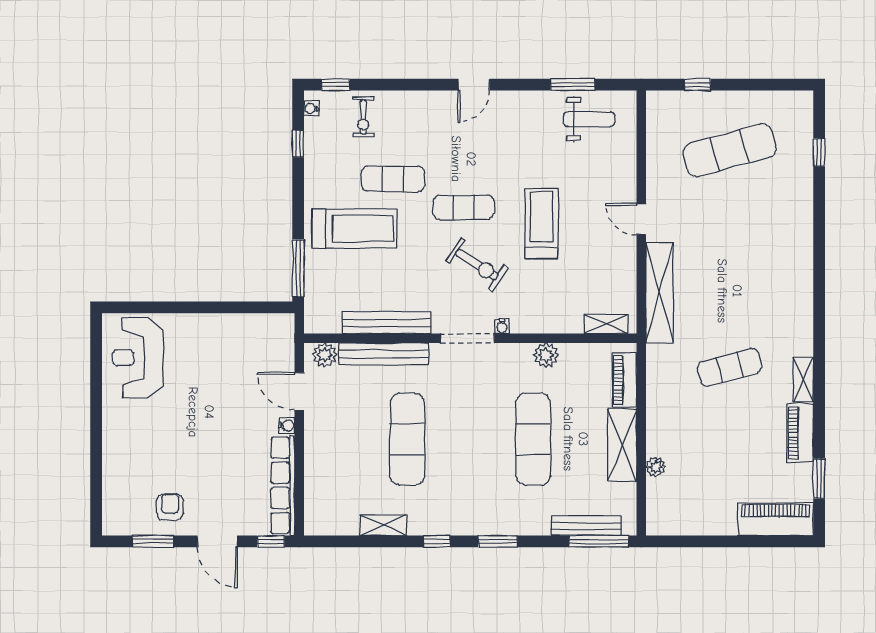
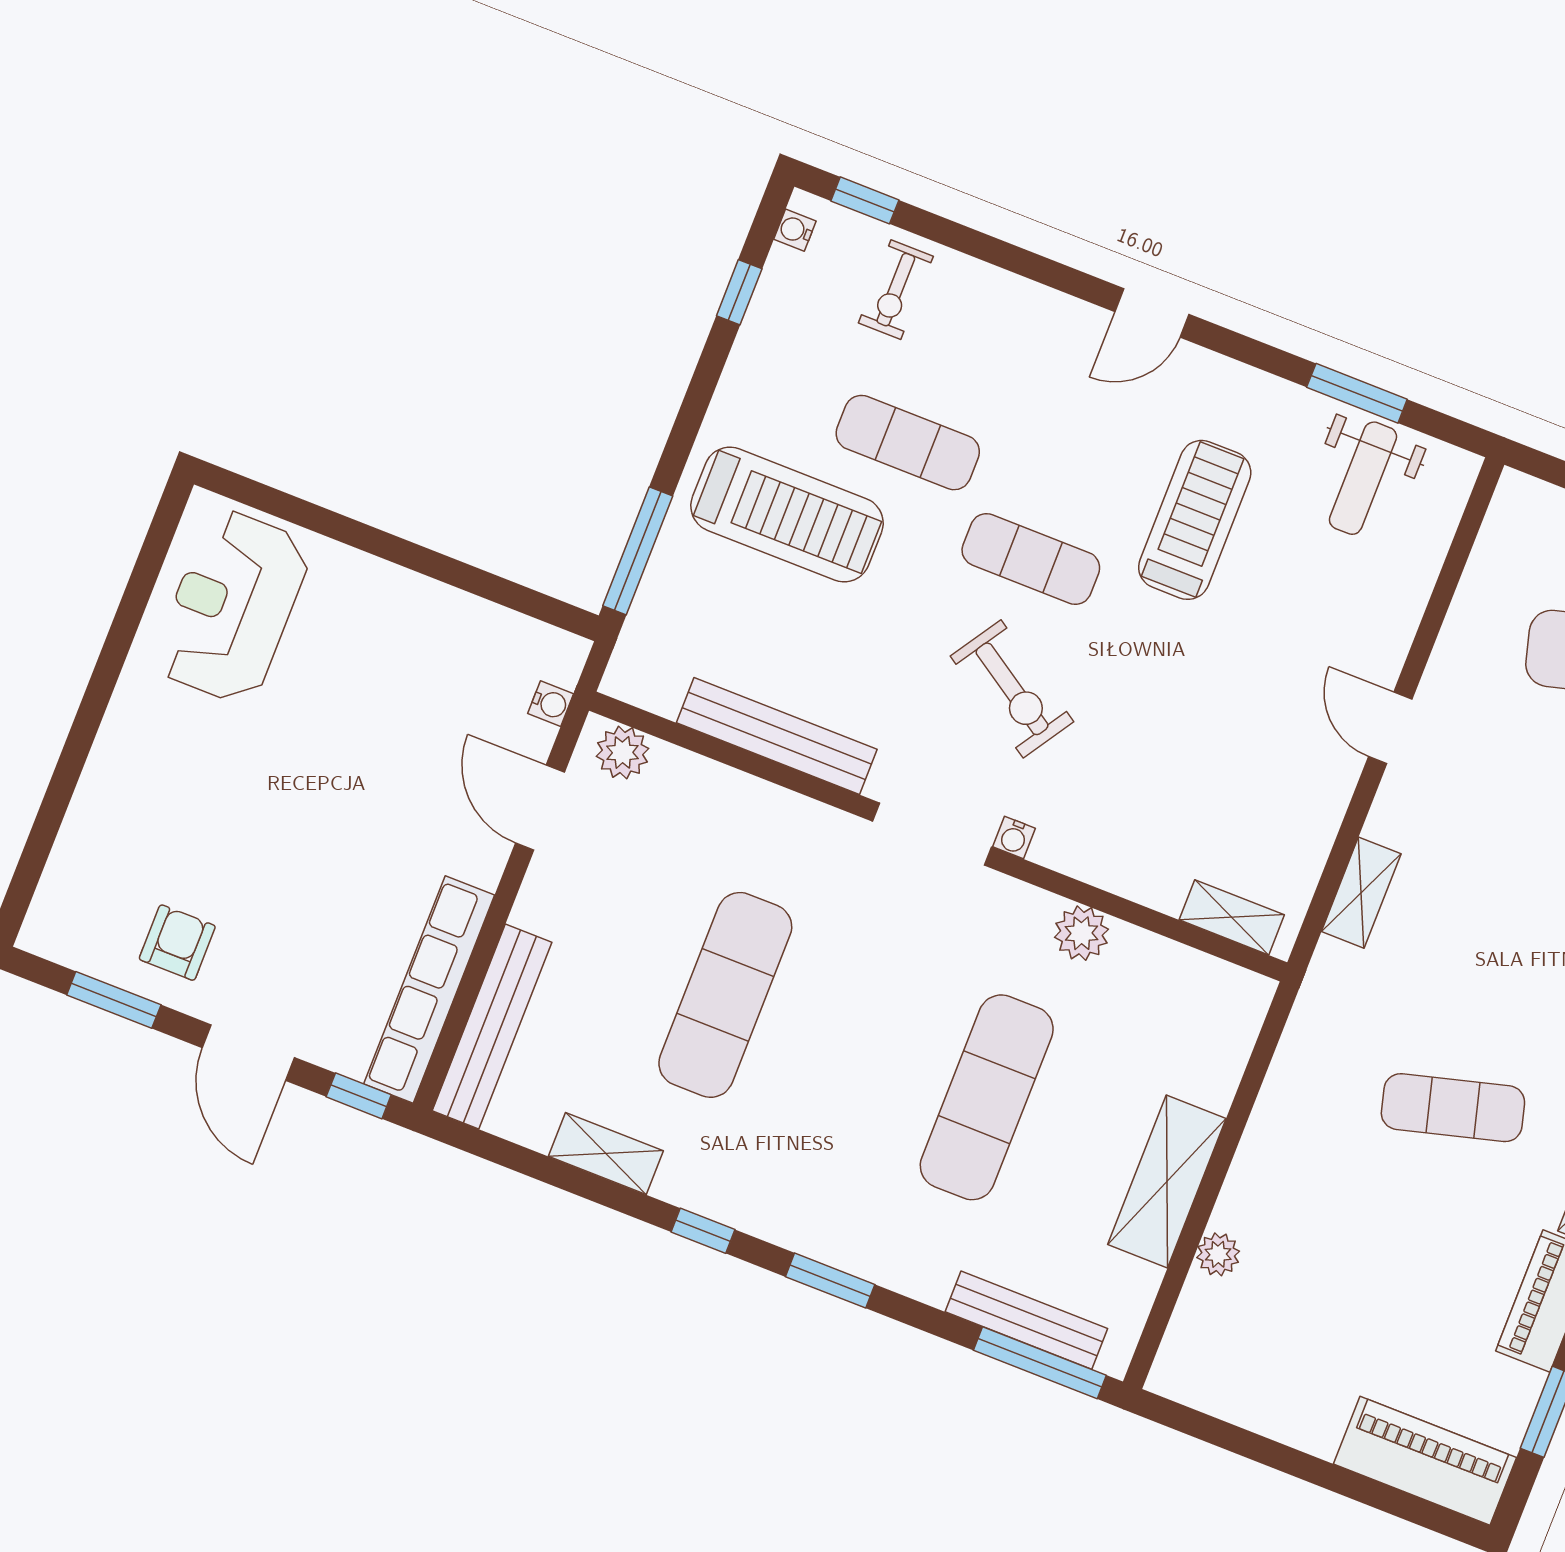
weight bench: (589, 119) -> (1363, 478), turned 90
treadmill: (541, 223) -> (1195, 520), moved
shelving: (659, 293) -> (1361, 893), width x0.45, depth x0.75
bench: (384, 354) -> (492, 1027), moved, turned 90
piano: (624, 380) -> (1225, 1048), removed
water cooler: (287, 425) -> (551, 704), moved

